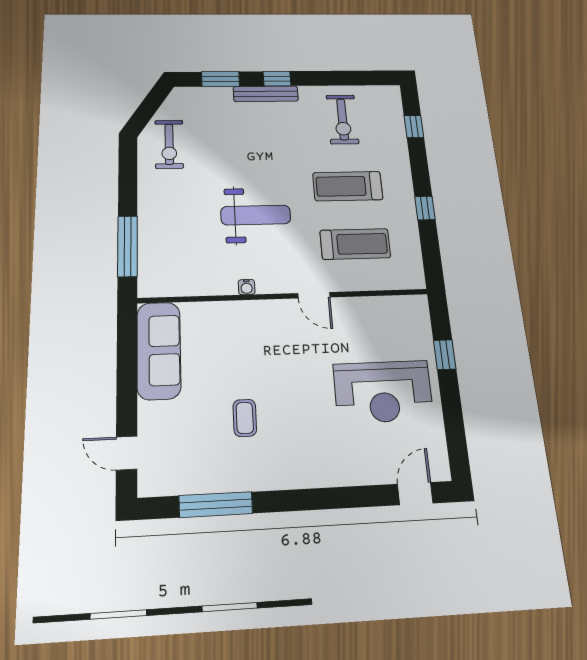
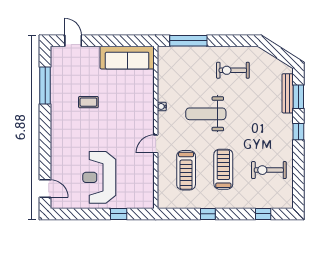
bench: (266, 94) -> (288, 93), moved
exercise bike: (169, 144) -> (233, 70), moved
weight bench: (256, 215) -> (206, 114), turned 90
door: (127, 453) -> (73, 41), hinge flipped

